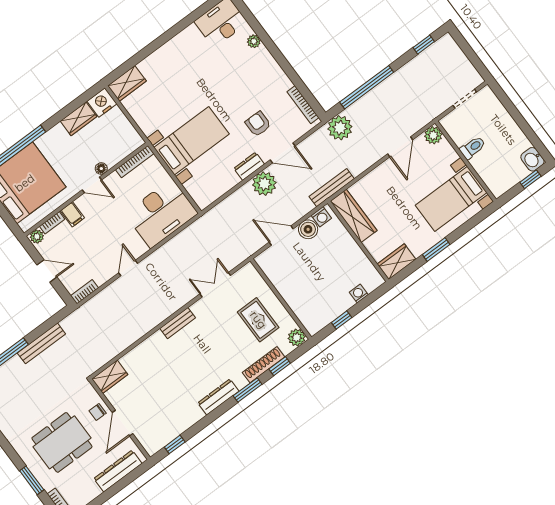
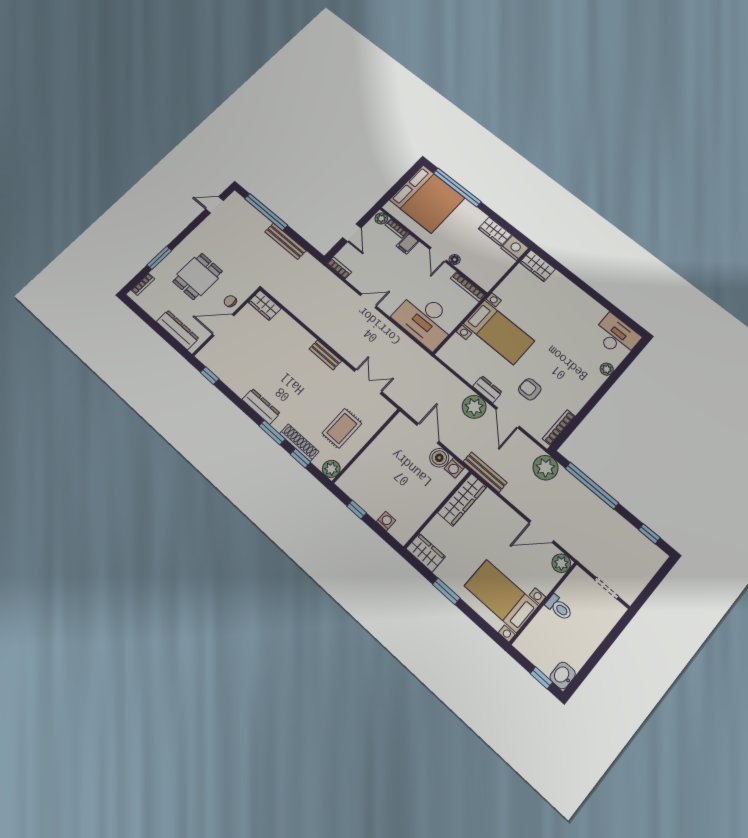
armchair: (258, 124) -> (530, 389), turned -90
dining table: (62, 442) -> (198, 276), width x0.73

